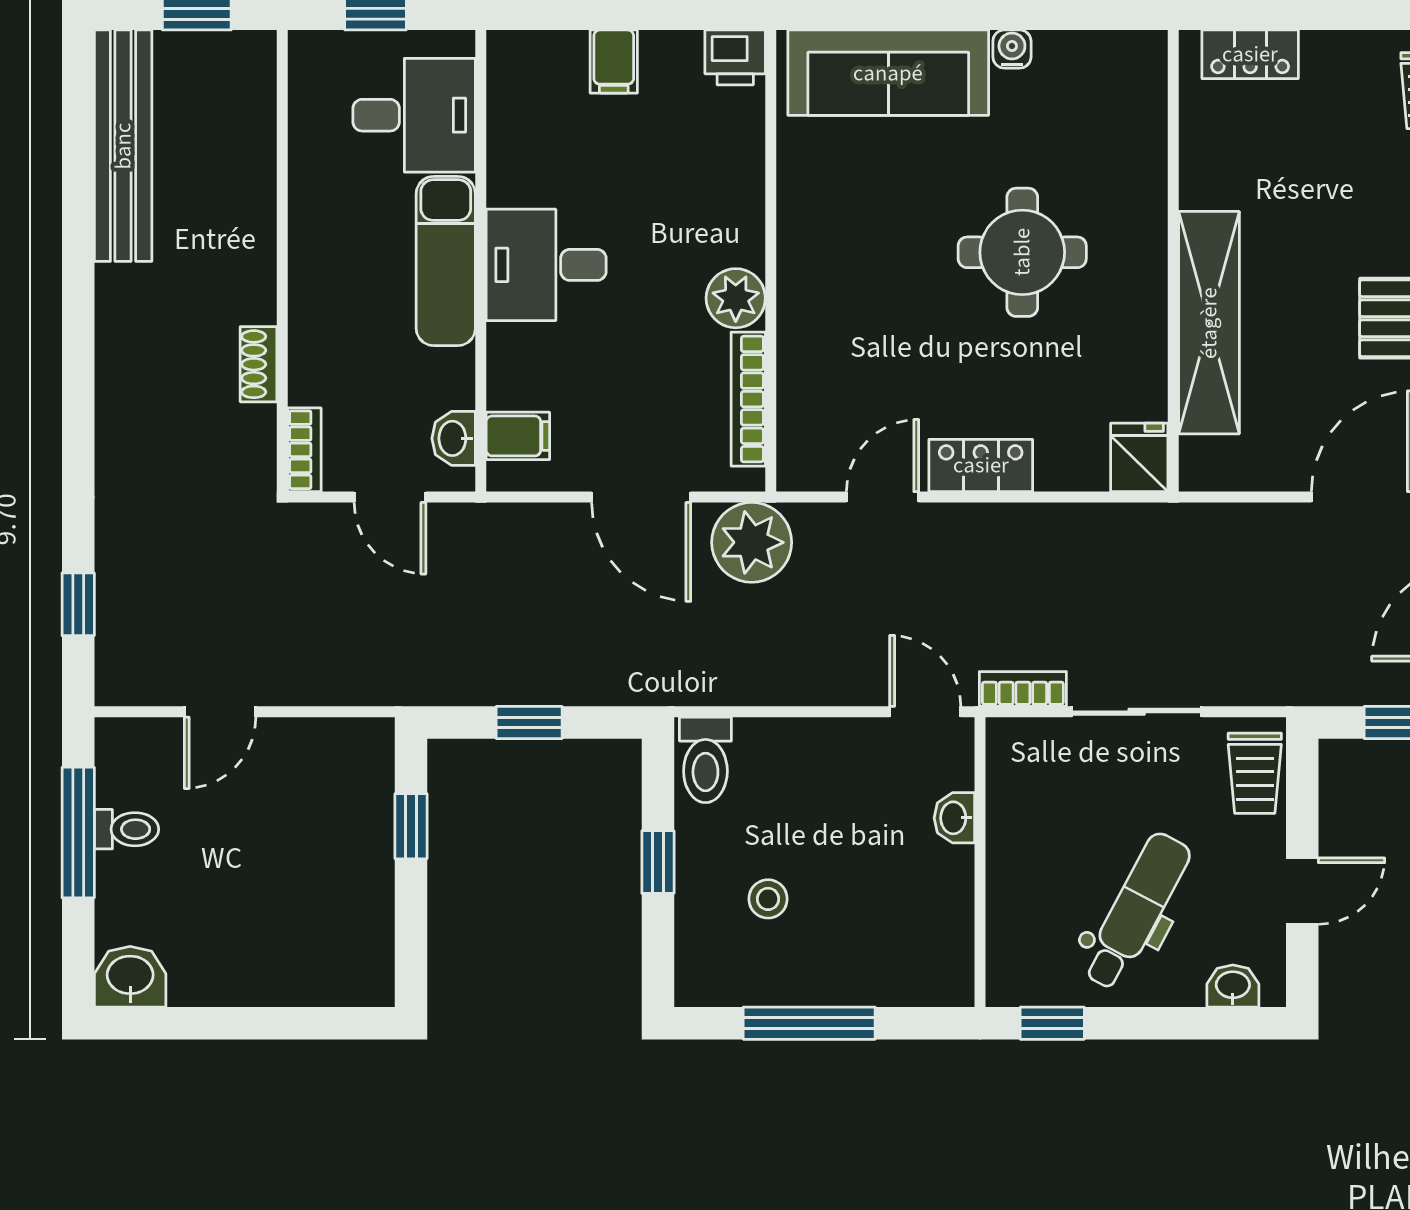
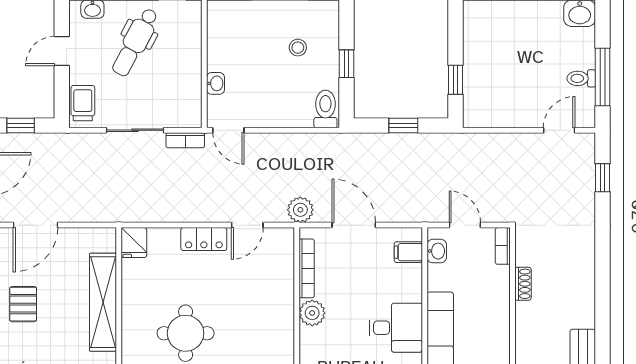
plant: (752, 542) -> (300, 210), width x0.73, depth x0.73
door: (220, 712) -> (559, 130), moved

